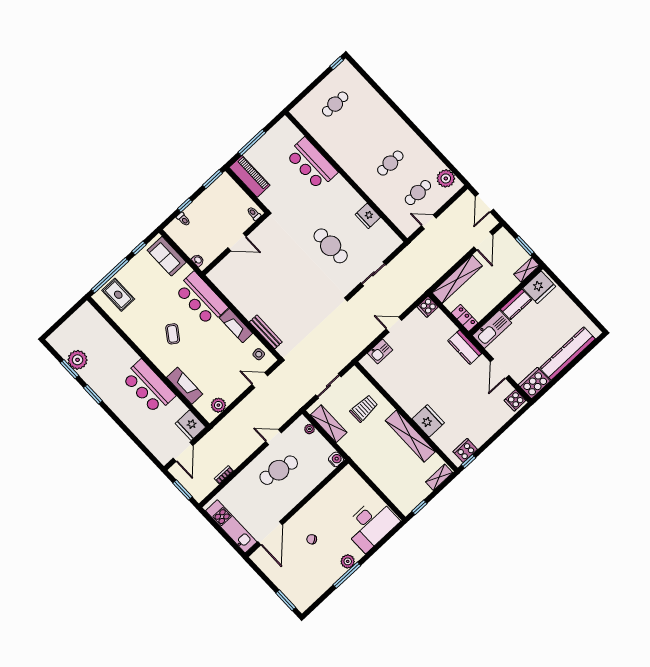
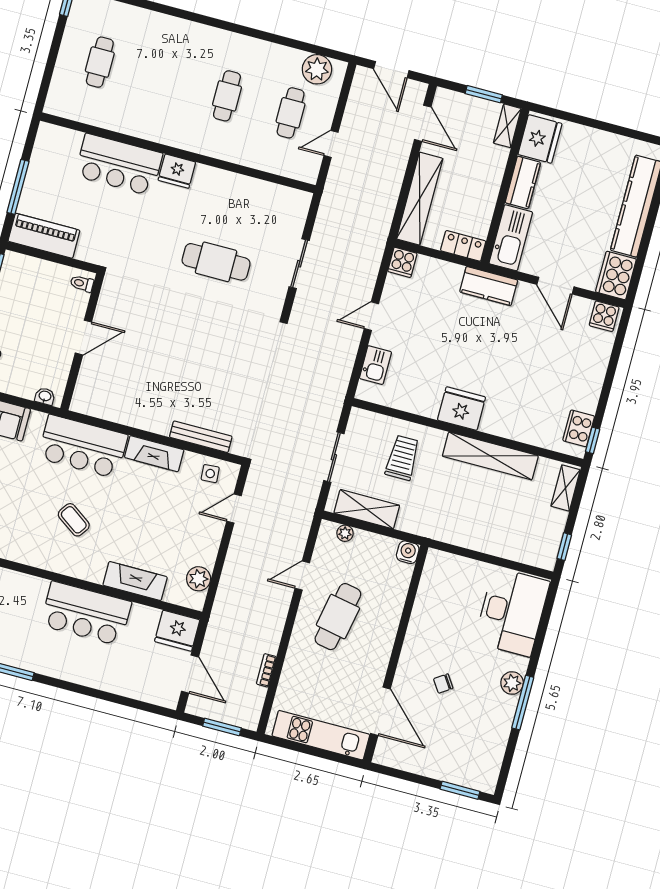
fridge: (368, 216) -> (177, 171), moved
fridge: (428, 421) -> (462, 409), moved

